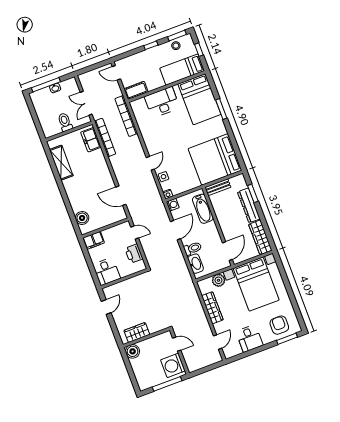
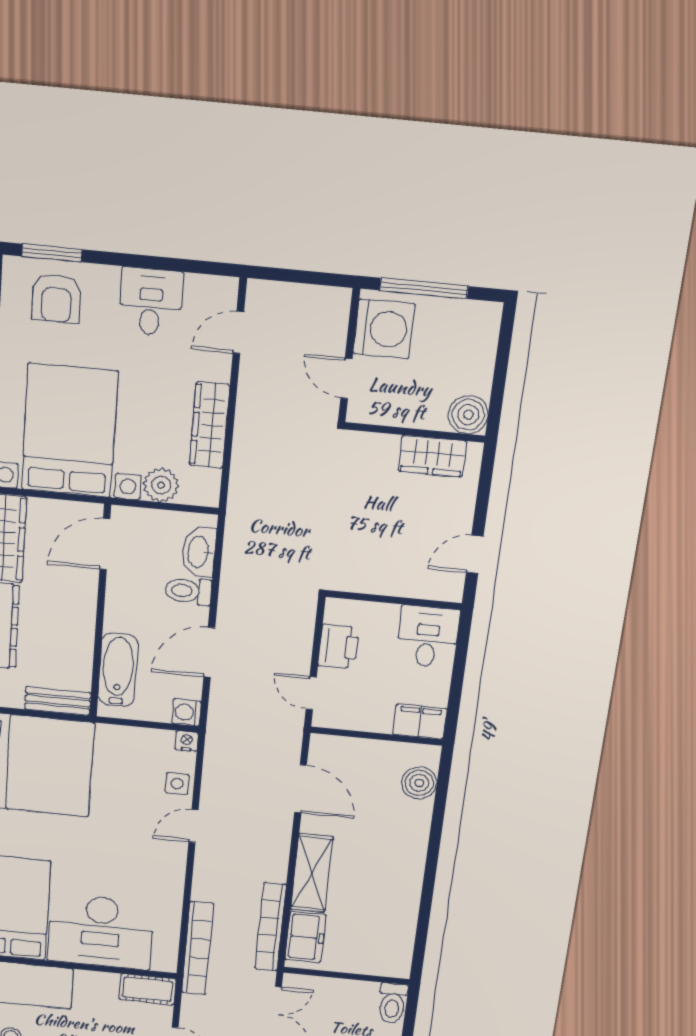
desk: (162, 102) -> (101, 932), width x1.36, depth x1.30
toilet: (65, 122) -> (392, 1003), moved
shelving: (61, 163) -> (312, 873), moved

